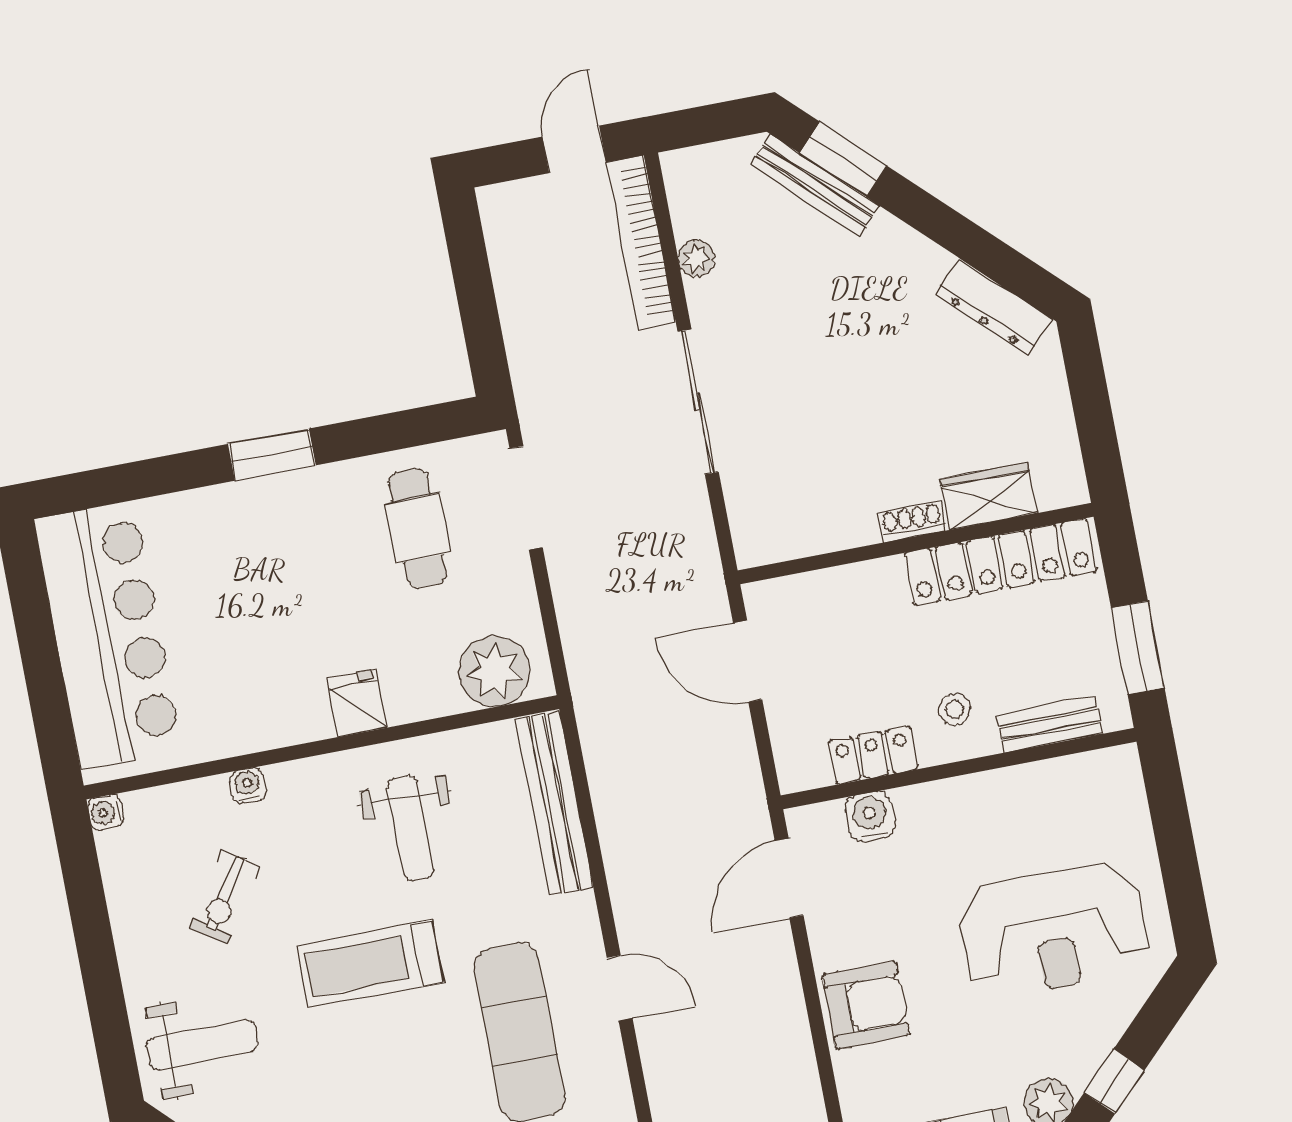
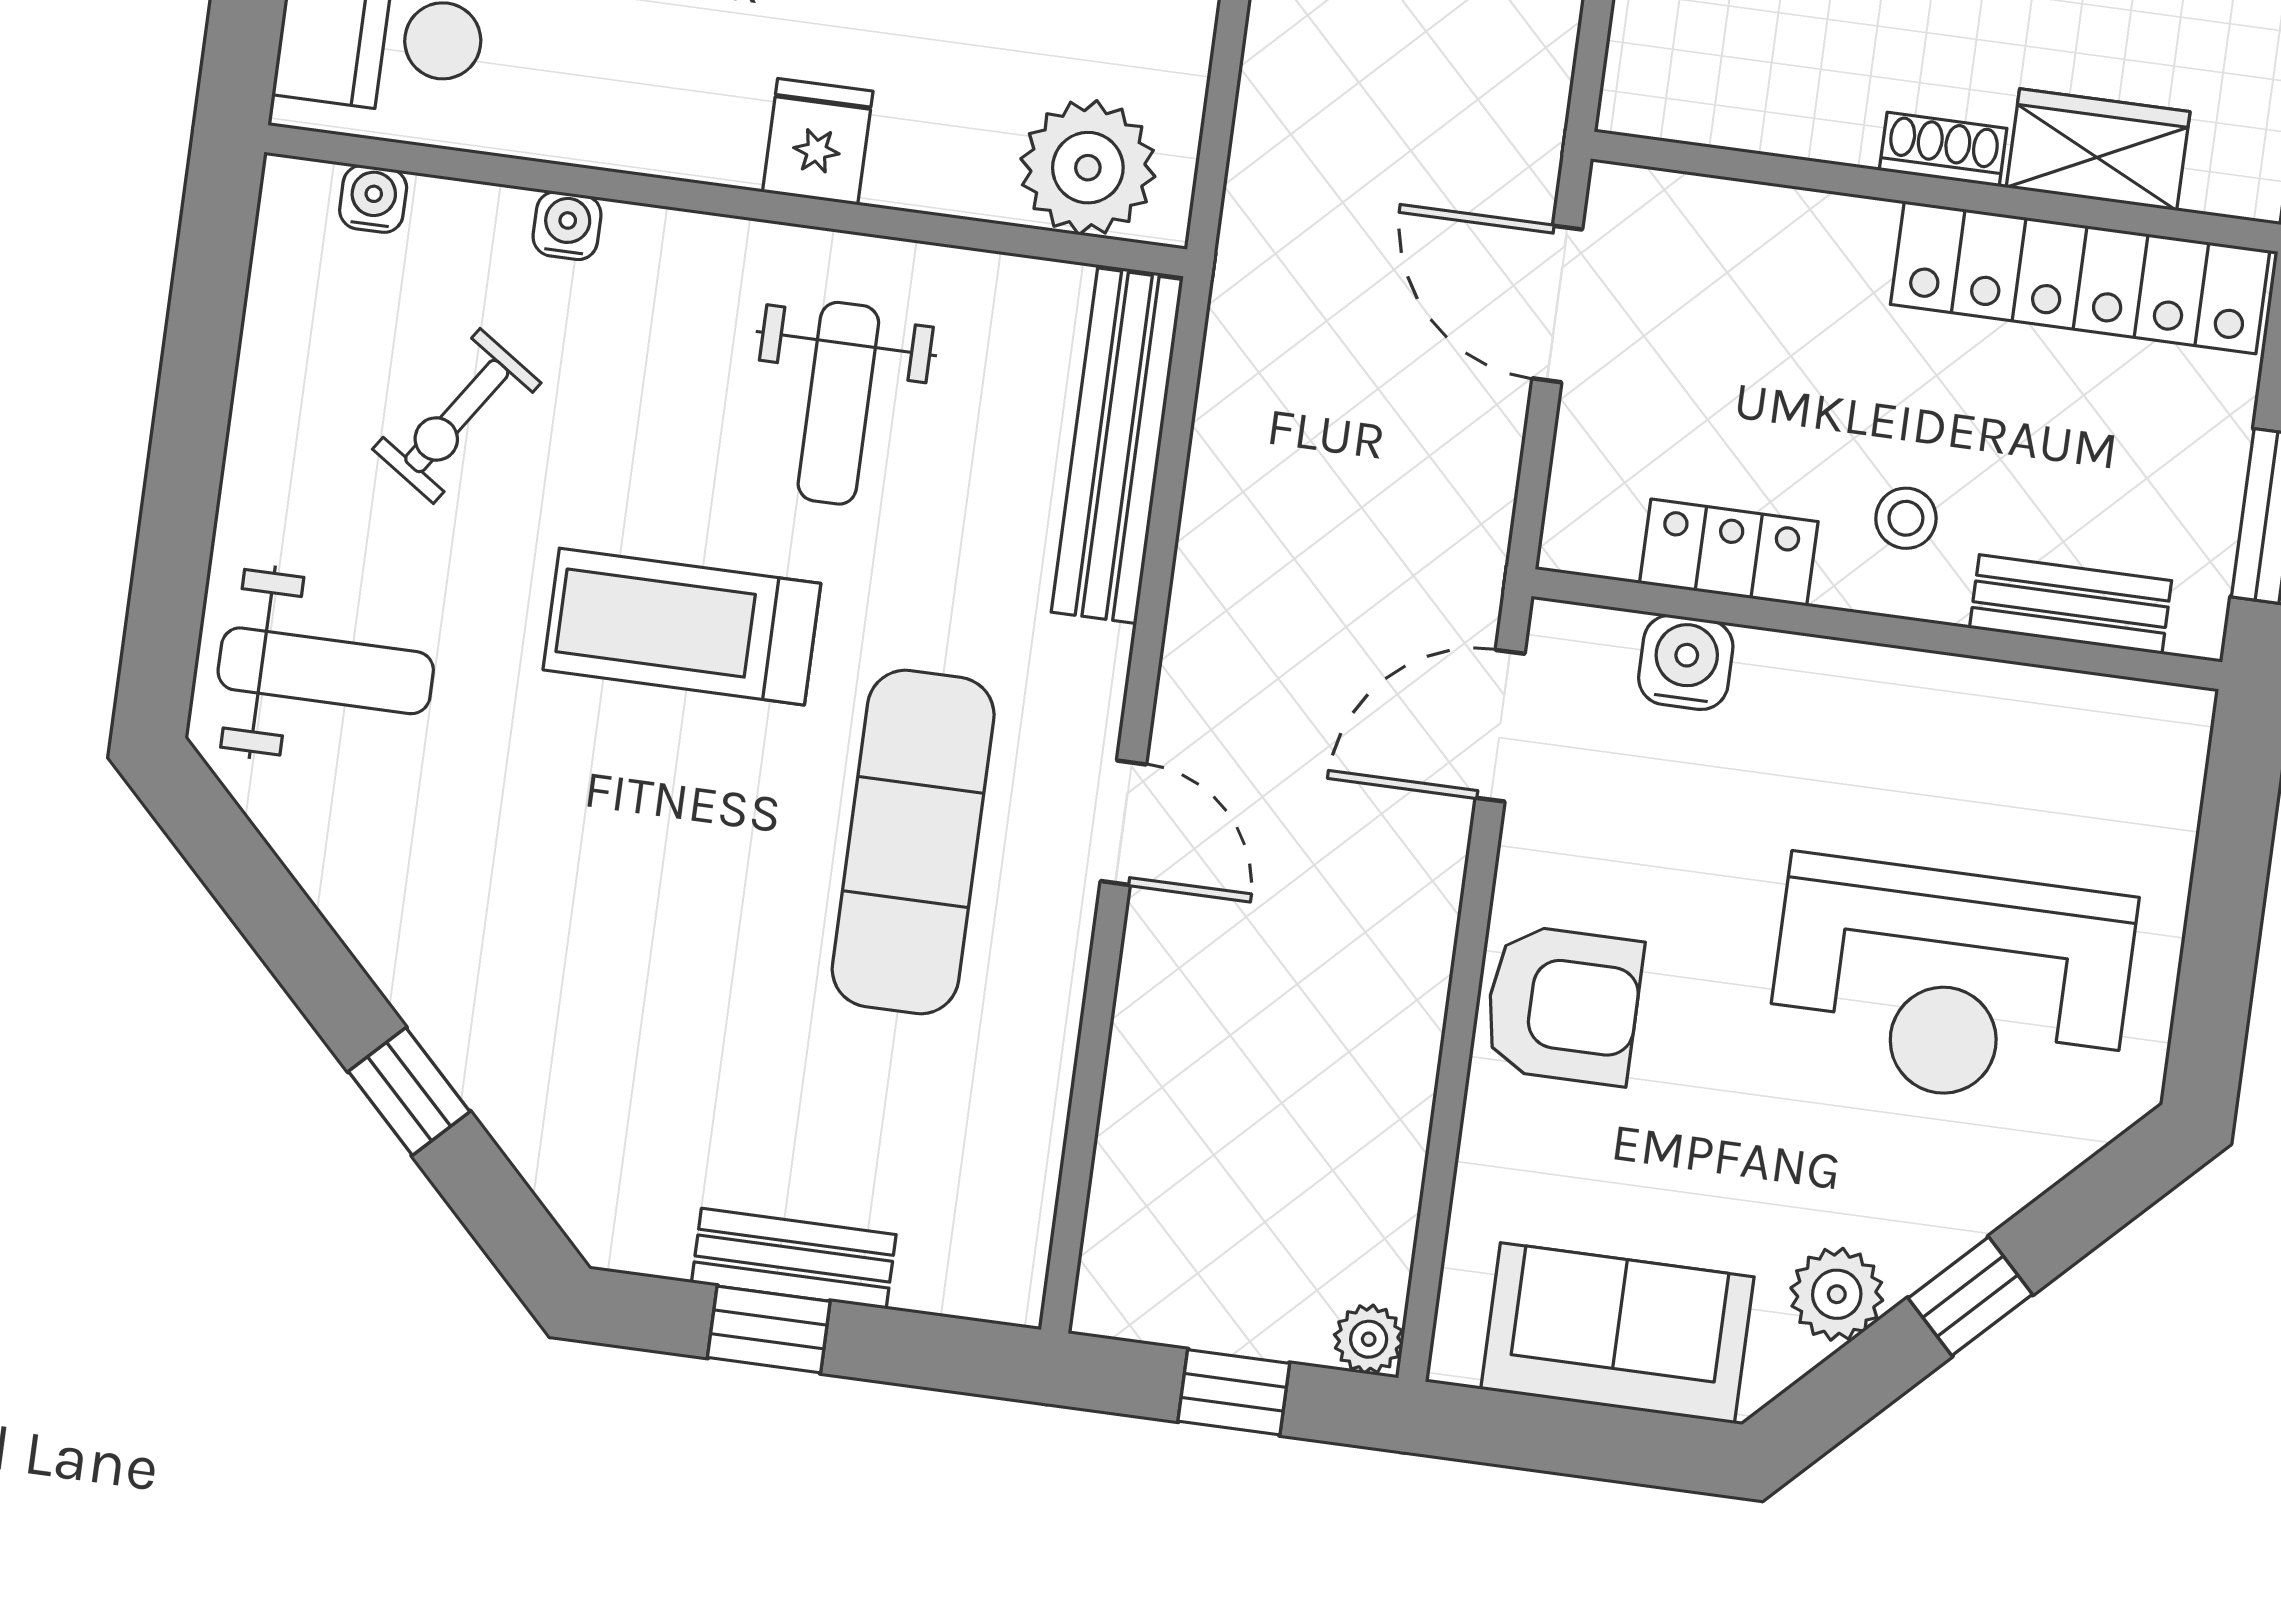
water cooler: (106, 812) -> (373, 199), moved, turned 90

